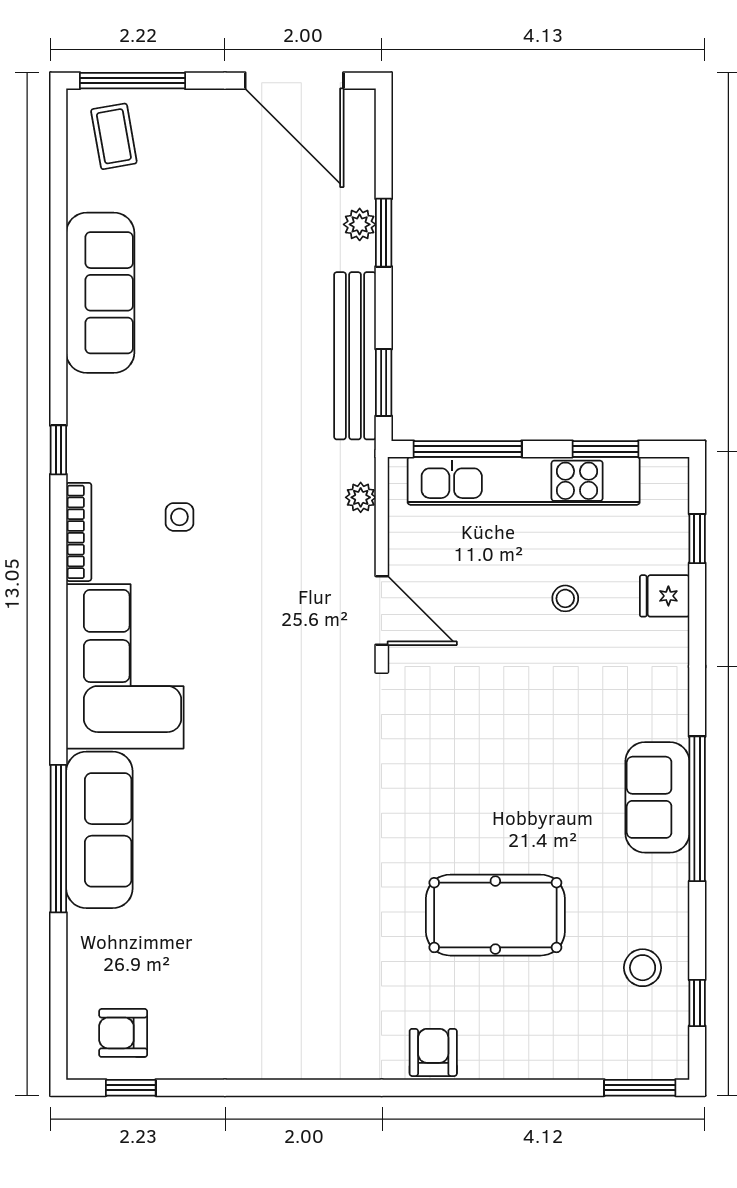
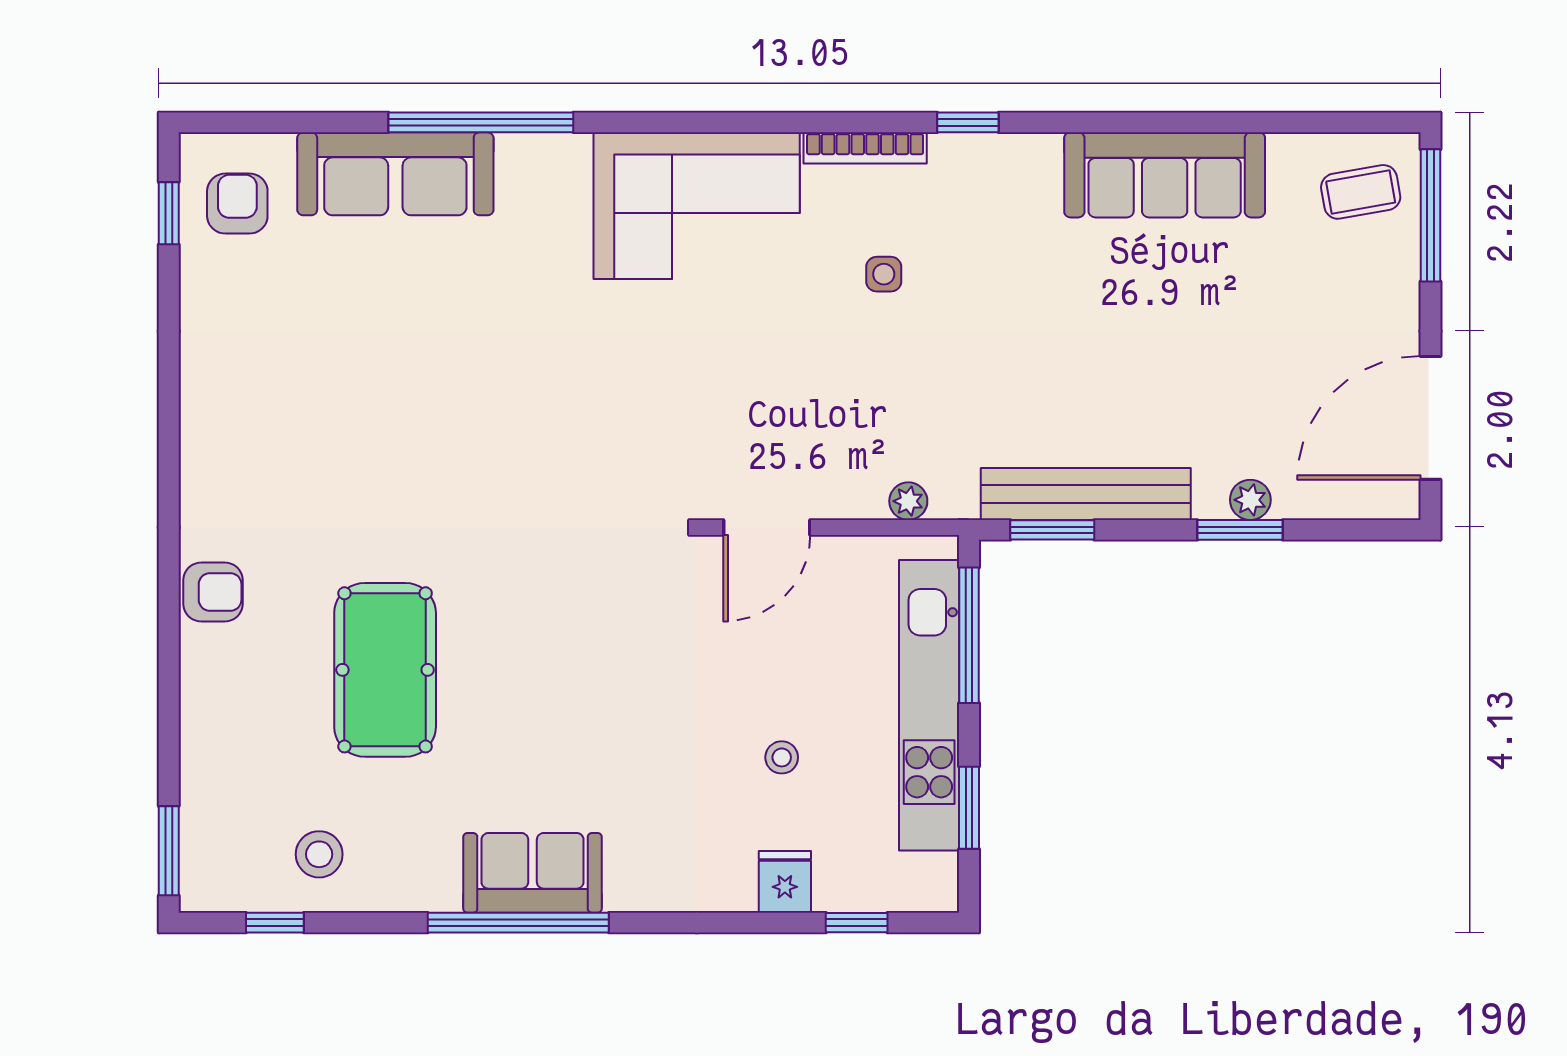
sofa: (99, 830) -> (395, 174), moved

